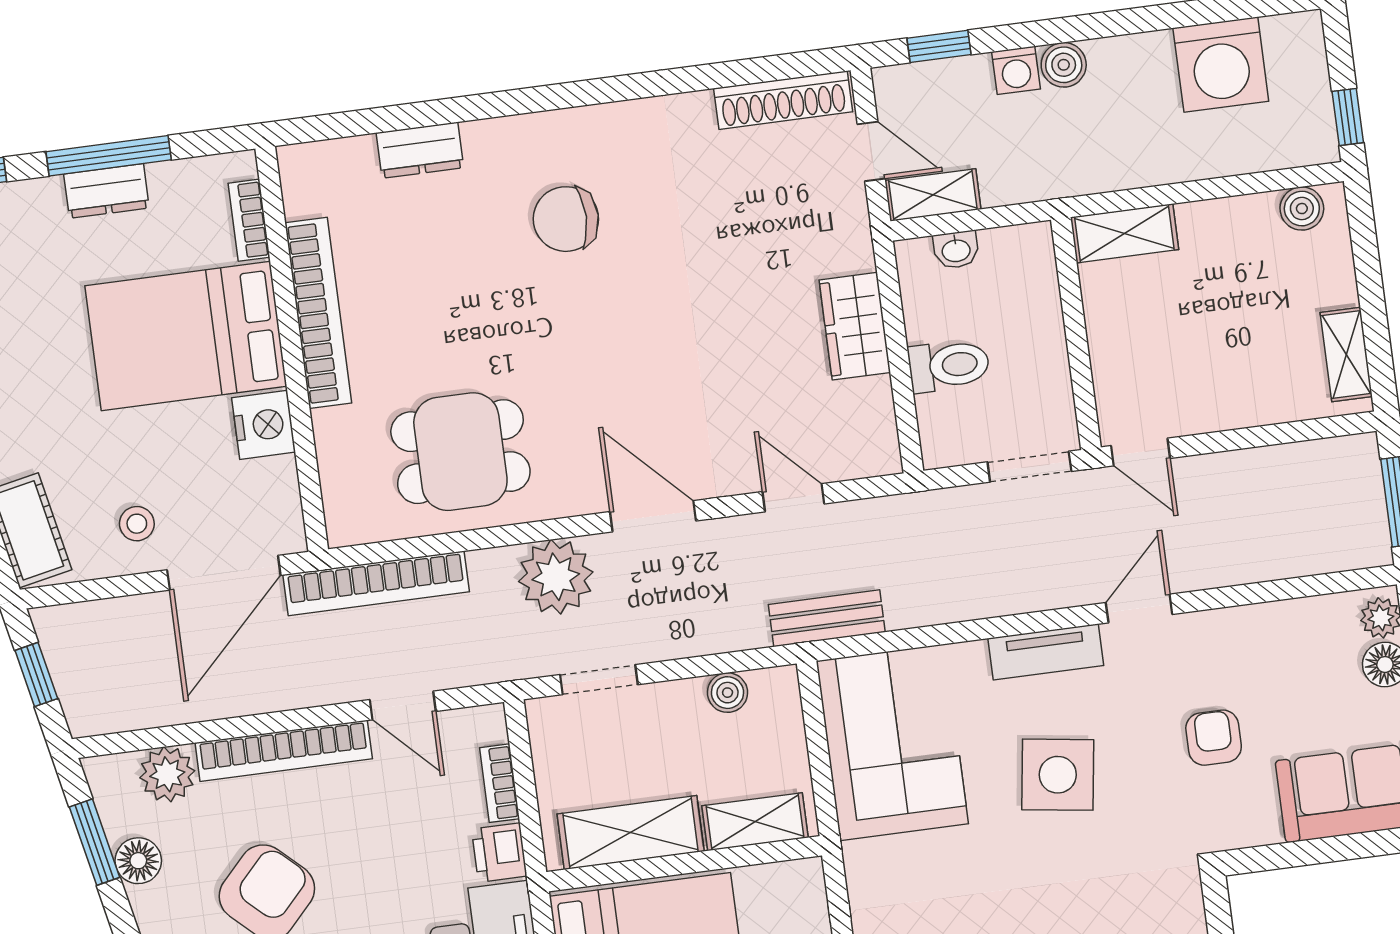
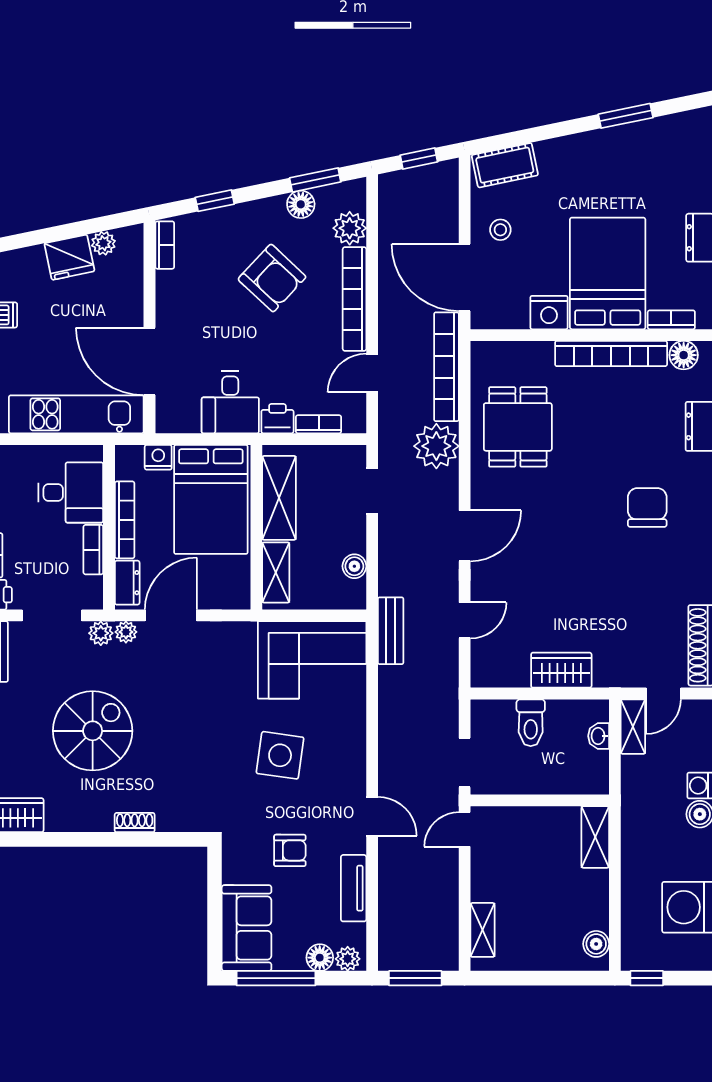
floor lamp: (305, 192) -> (684, 355), added
shelving: (1346, 354) -> (482, 930), moved, turned 90
plant: (556, 577) -> (436, 446), moved
tv unit: (1046, 652) -> (354, 888), moved

